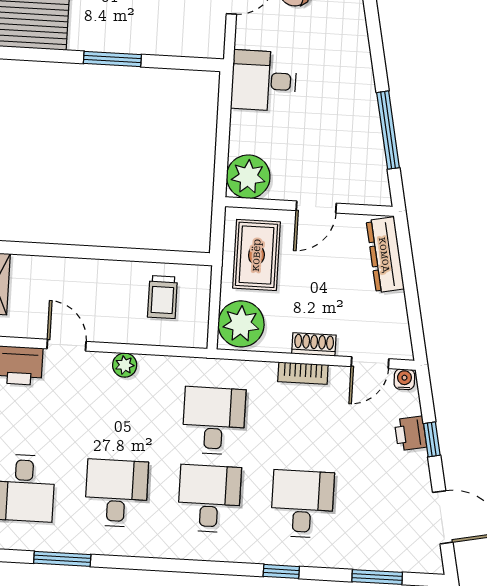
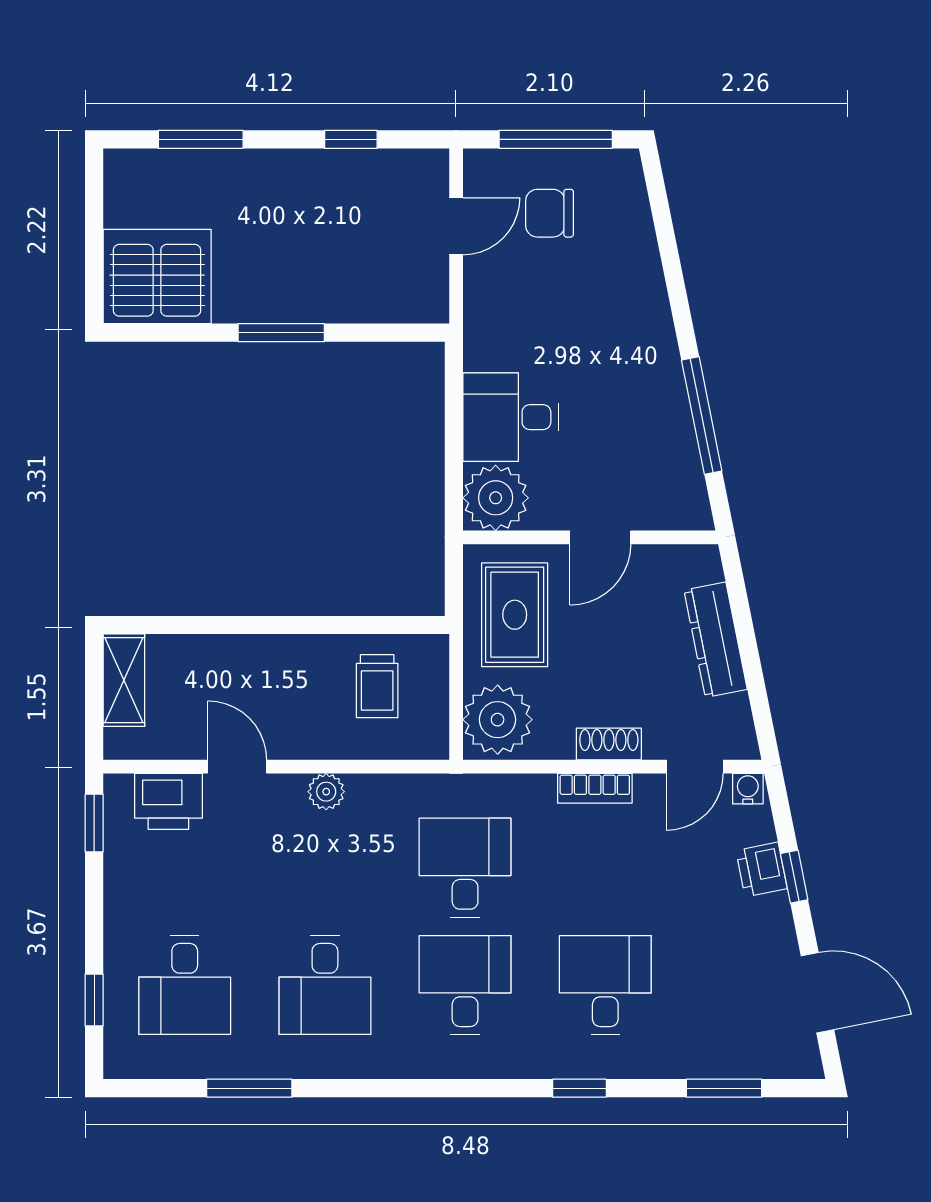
desk: (264, 81) -> (511, 417), moved
dresser: (385, 255) -> (716, 640), moved
desk: (116, 493) -> (325, 985), turned 180

